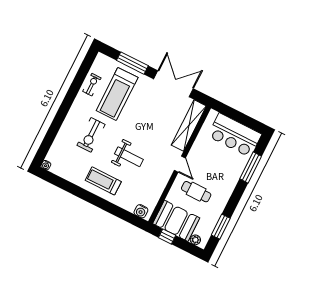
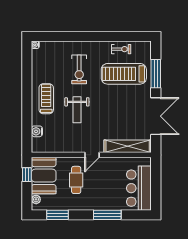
exercise bike: (91, 135) -> (79, 69), turned -90
window: (251, 168) -> (107, 215), moved
water cooler: (141, 211) -> (37, 131), moved

